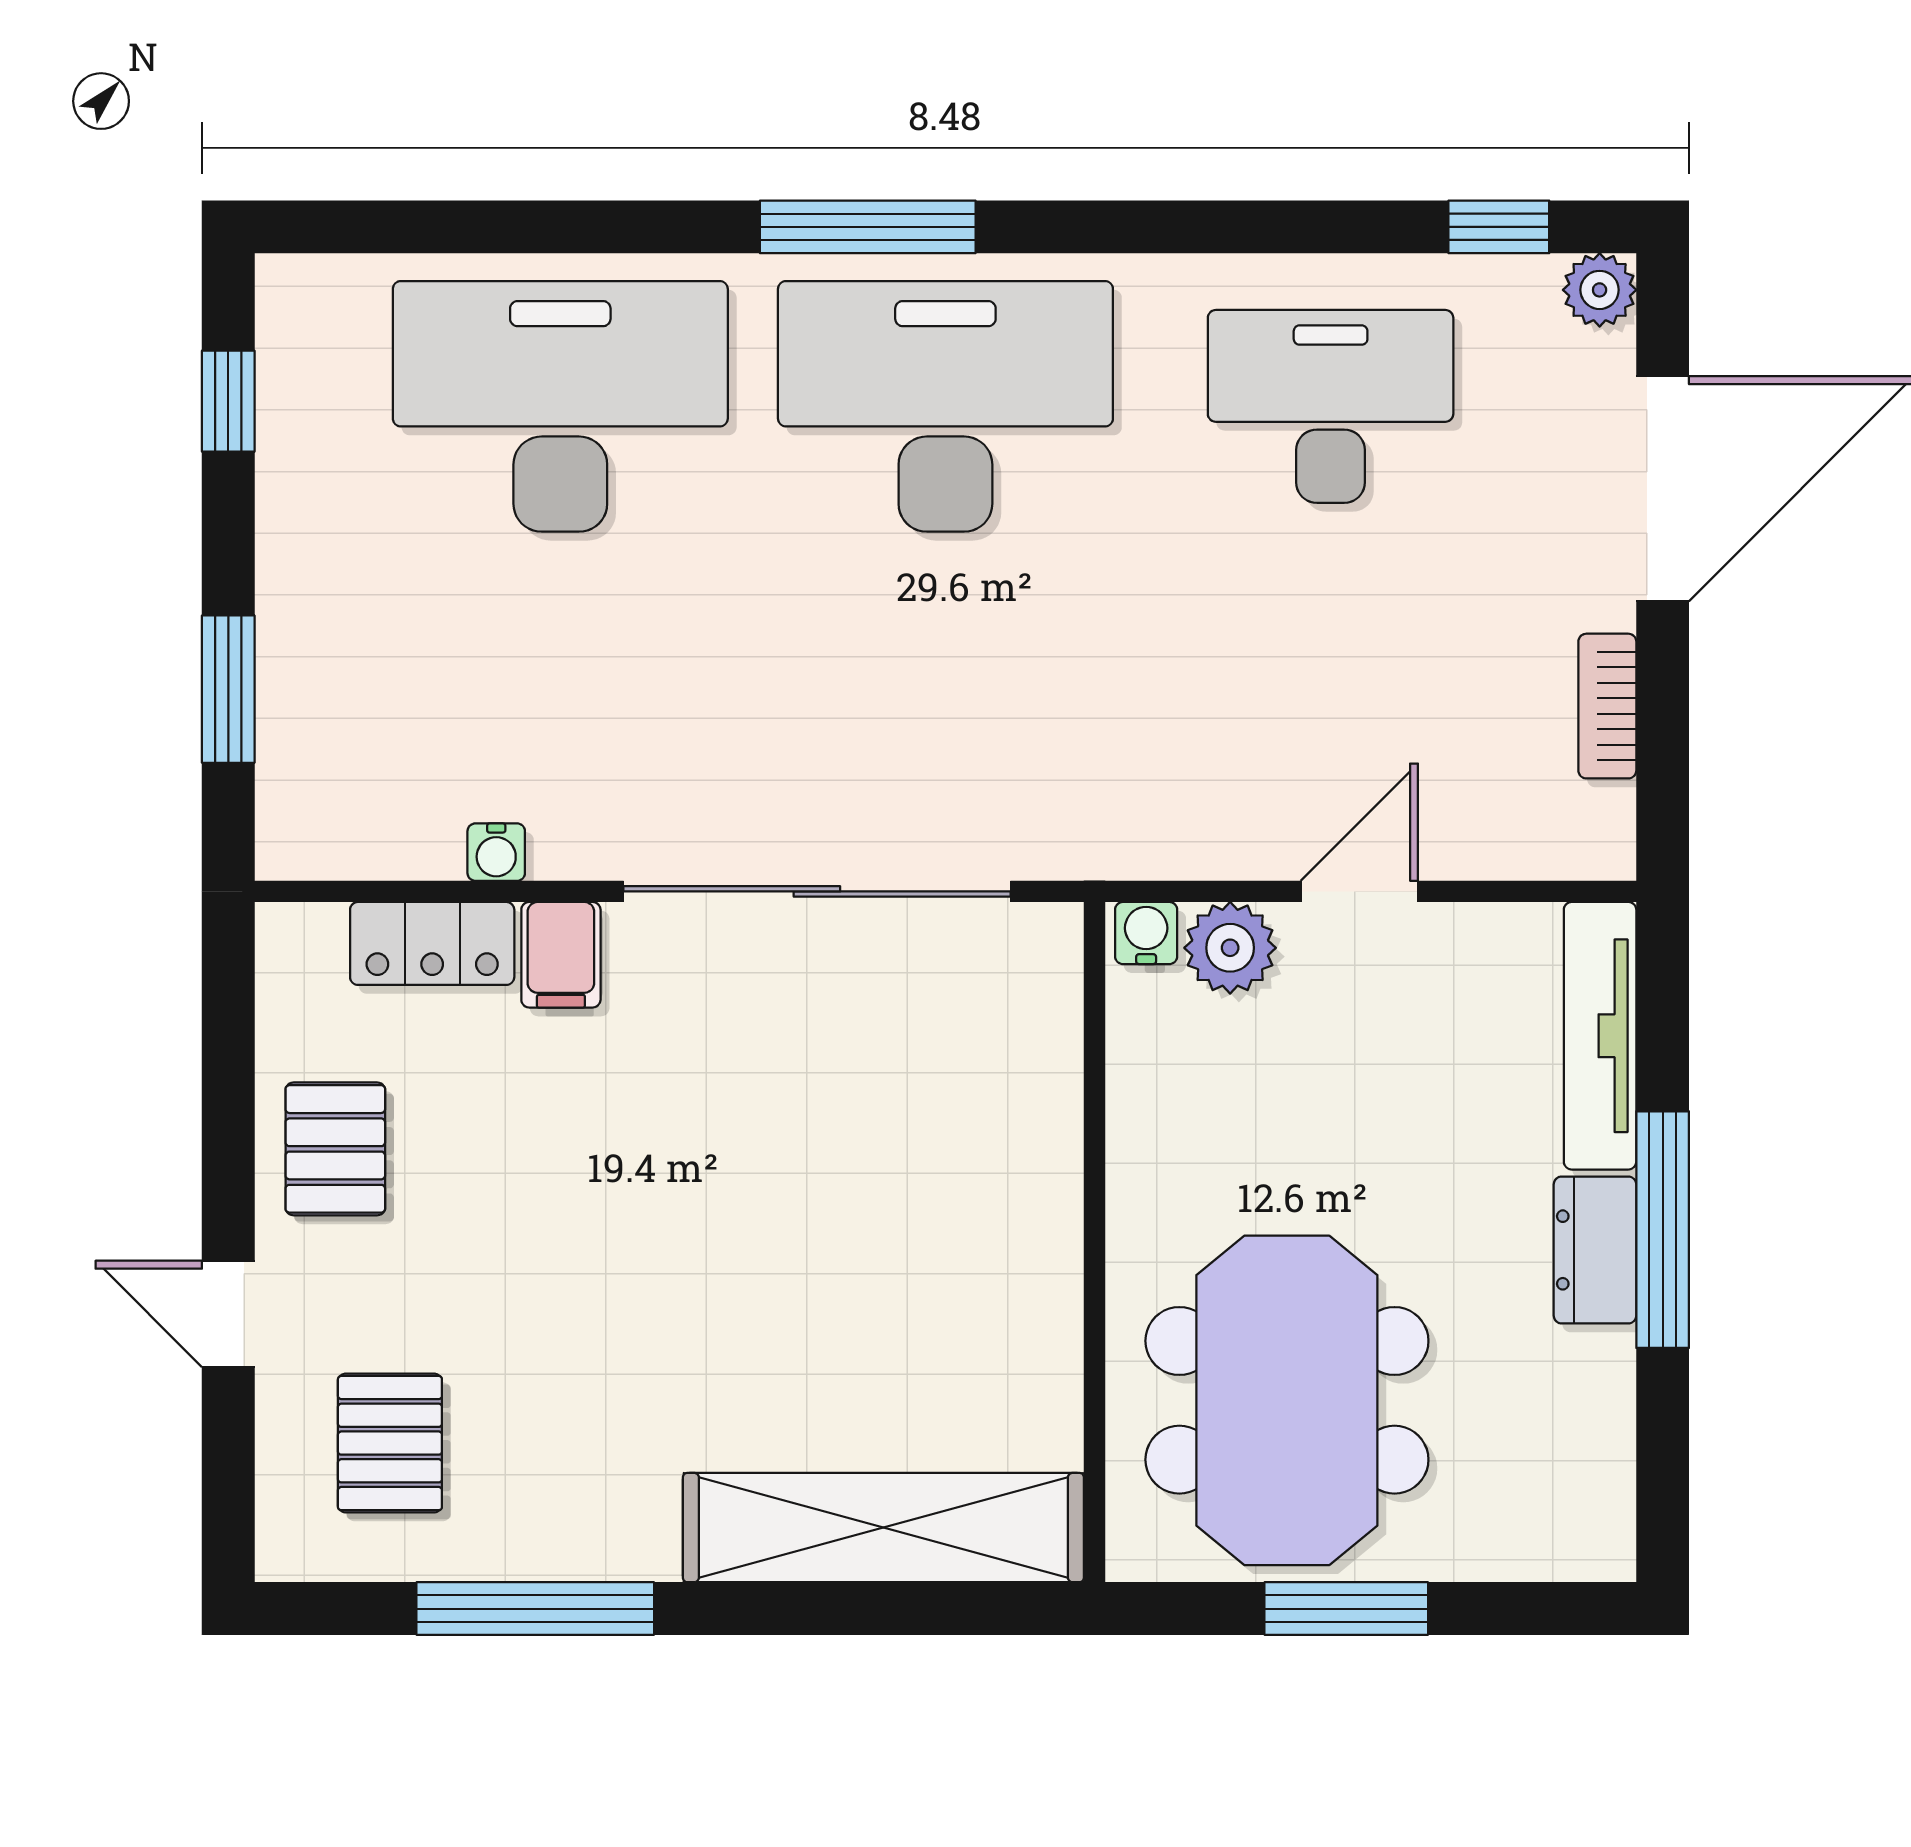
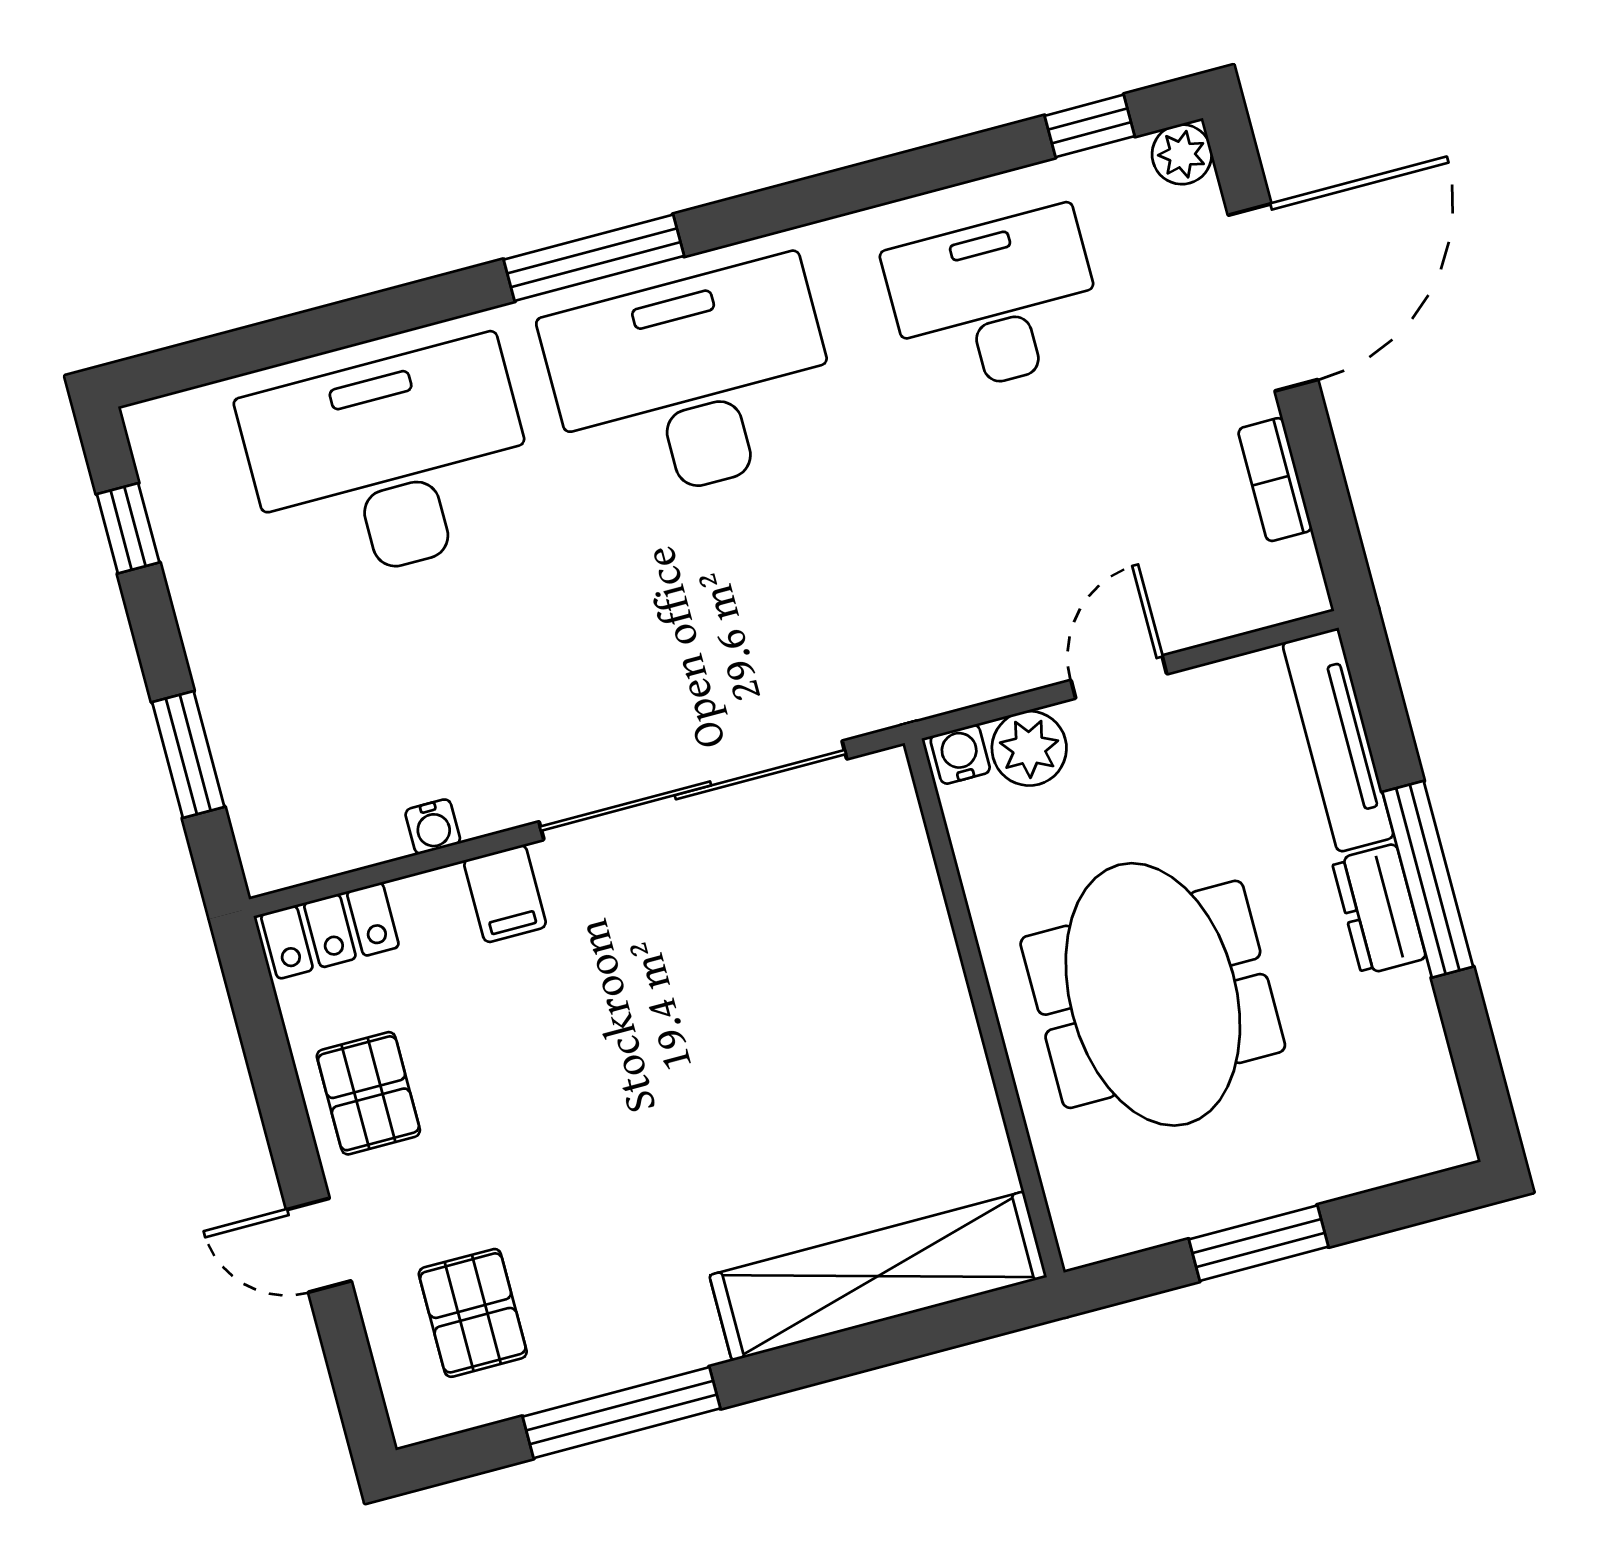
locker: (432, 943) -> (330, 931), moved
meeting table: (1287, 1400) -> (1153, 994), moved

